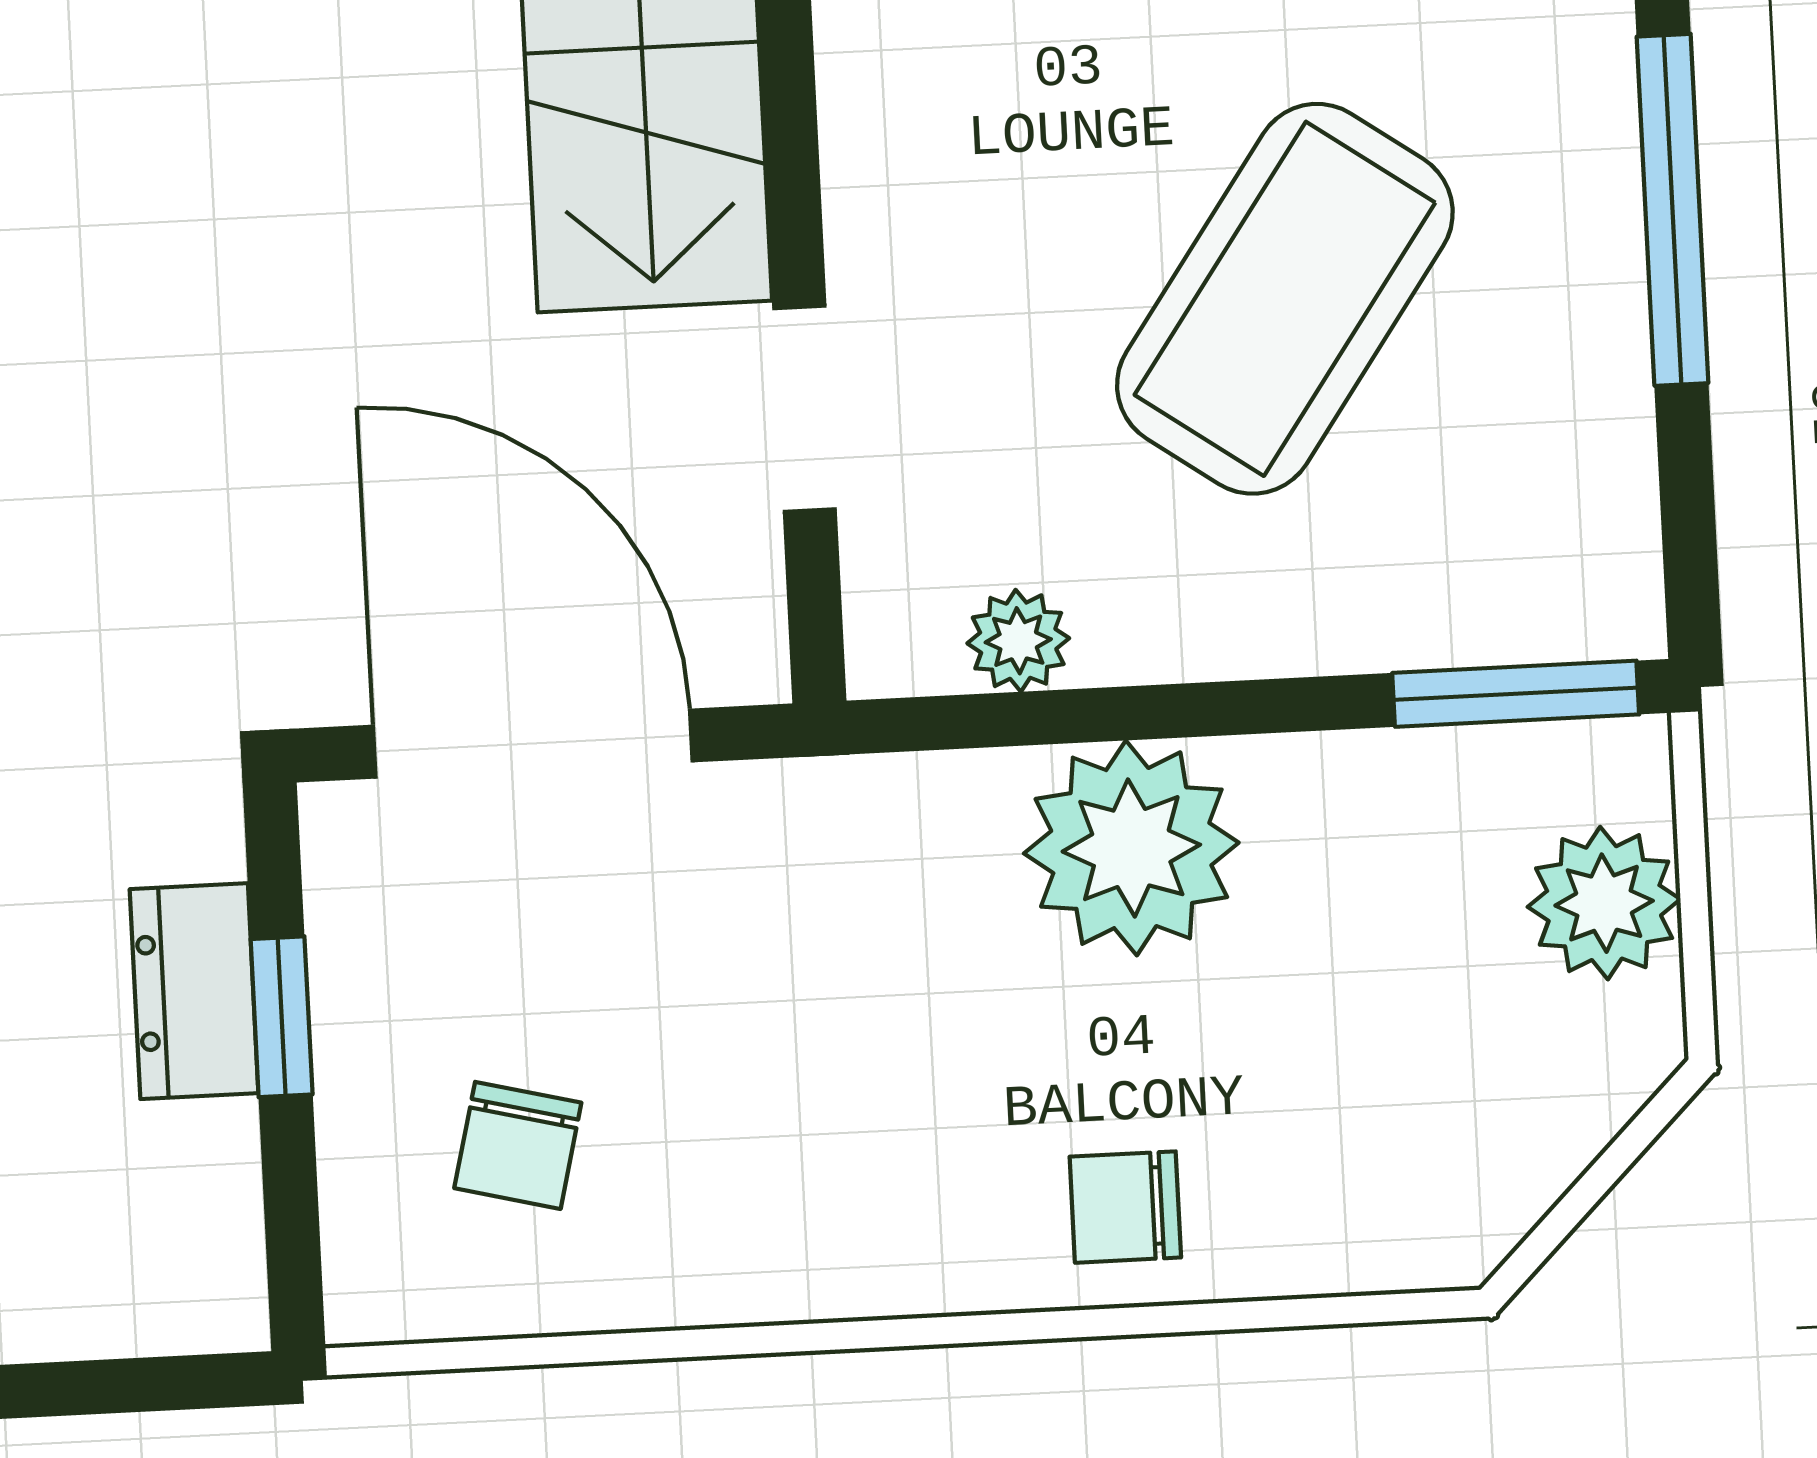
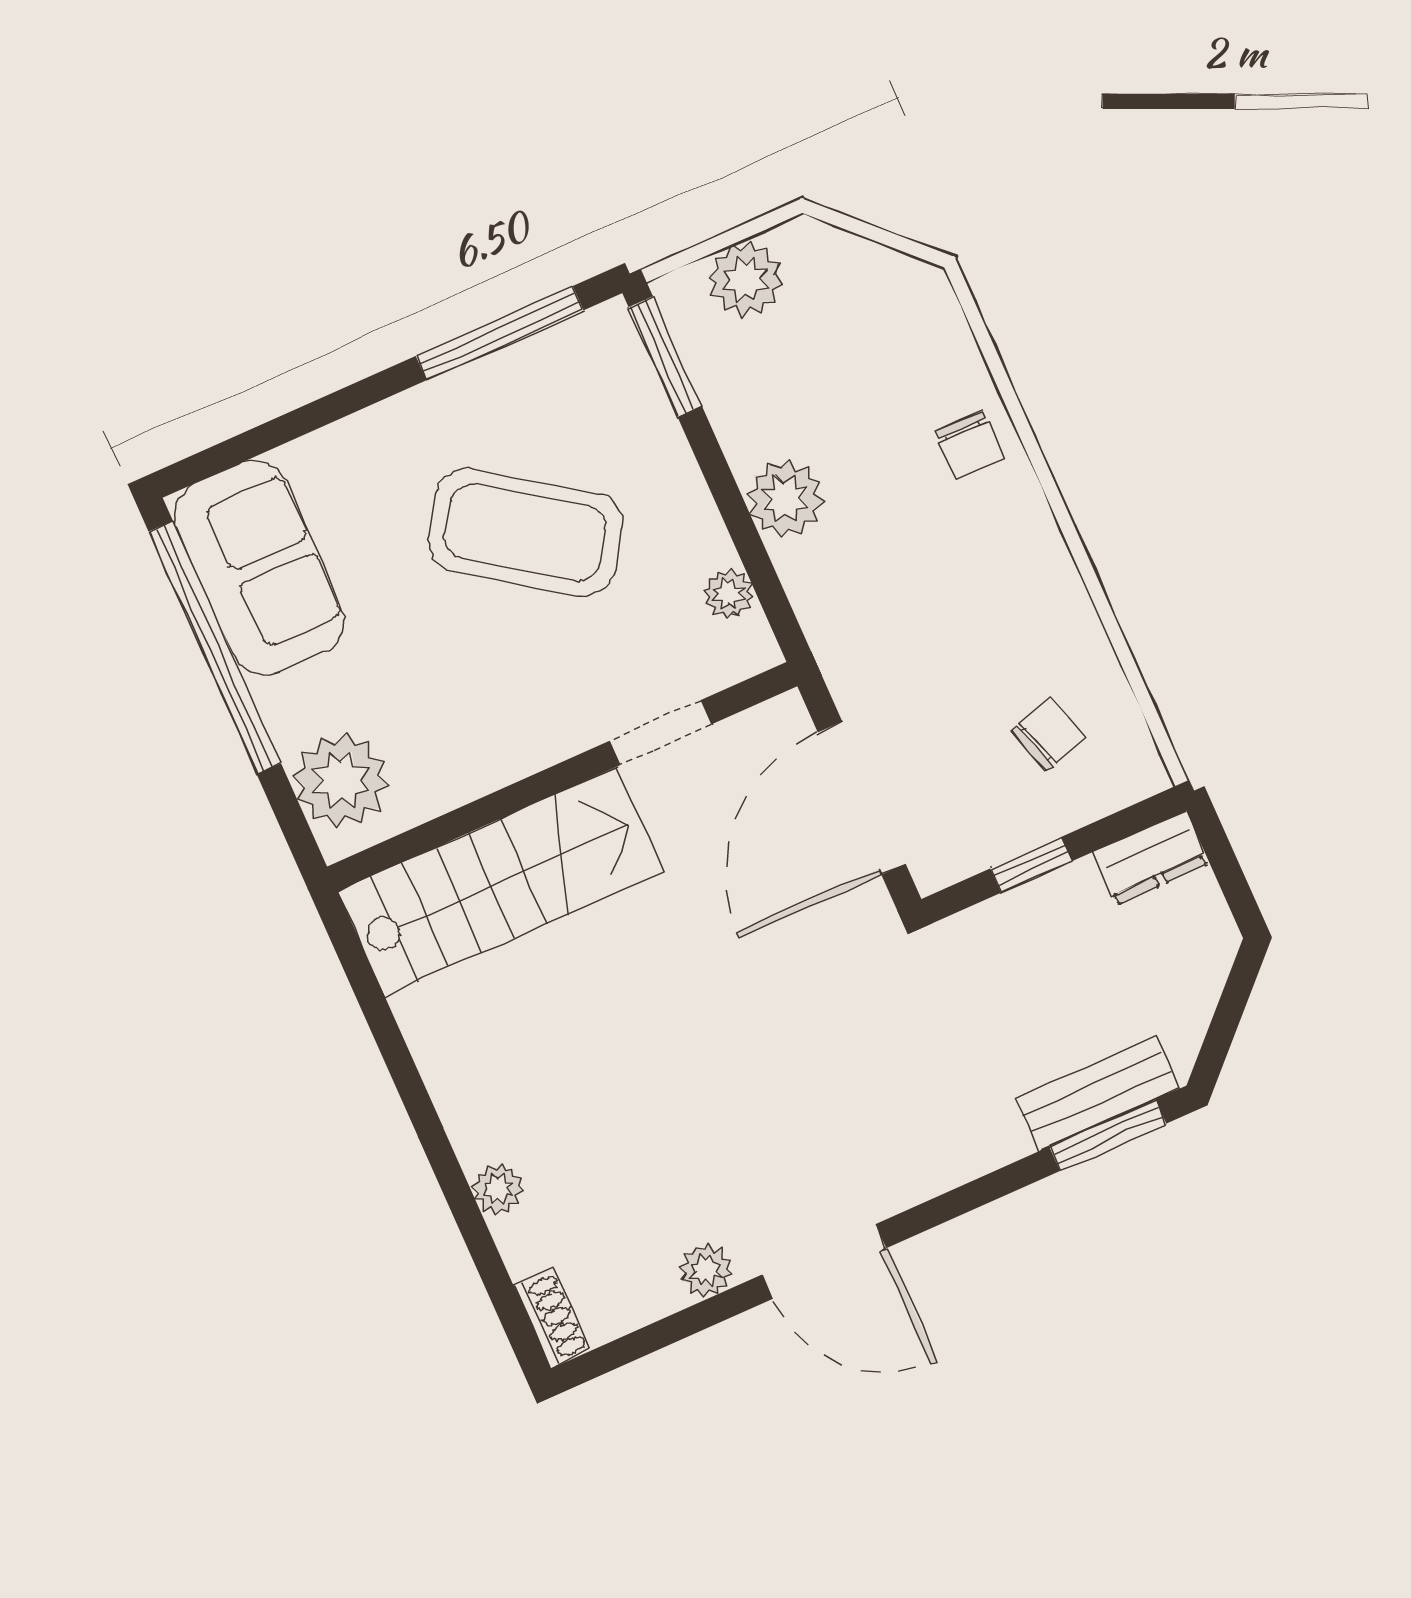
window: (1673, 210) -> (500, 333), moved
plant: (1131, 848) -> (785, 498), width x0.73, depth x0.73
dresser: (194, 991) -> (1151, 858), moved
chair: (518, 1145) -> (1048, 734), turned -31

